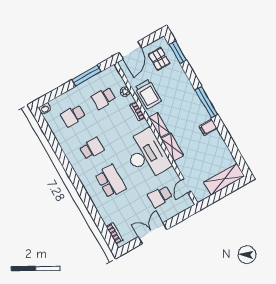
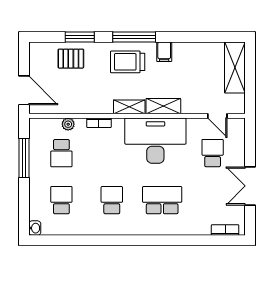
window: (178, 52) -> (80, 37), moved
pallet: (159, 59) -> (71, 59), moved
trolley: (148, 94) -> (128, 62), moved, turned 180
school desk: (73, 116) -> (61, 200), turned 180
school desk: (160, 197) -> (213, 153), turned 180

